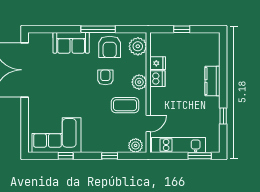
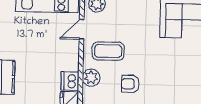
armchair: (105, 77) -> (130, 84), turned 90

